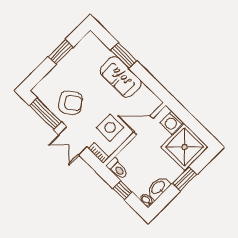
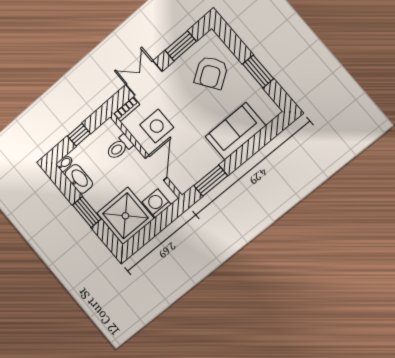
window: (124, 56) -> (211, 181), moved
sofa: (121, 77) -> (235, 131), moved
armchair: (70, 103) -> (211, 73), moved
window: (45, 114) -> (181, 46), width x0.69
toilet: (117, 169) -> (119, 147), moved

